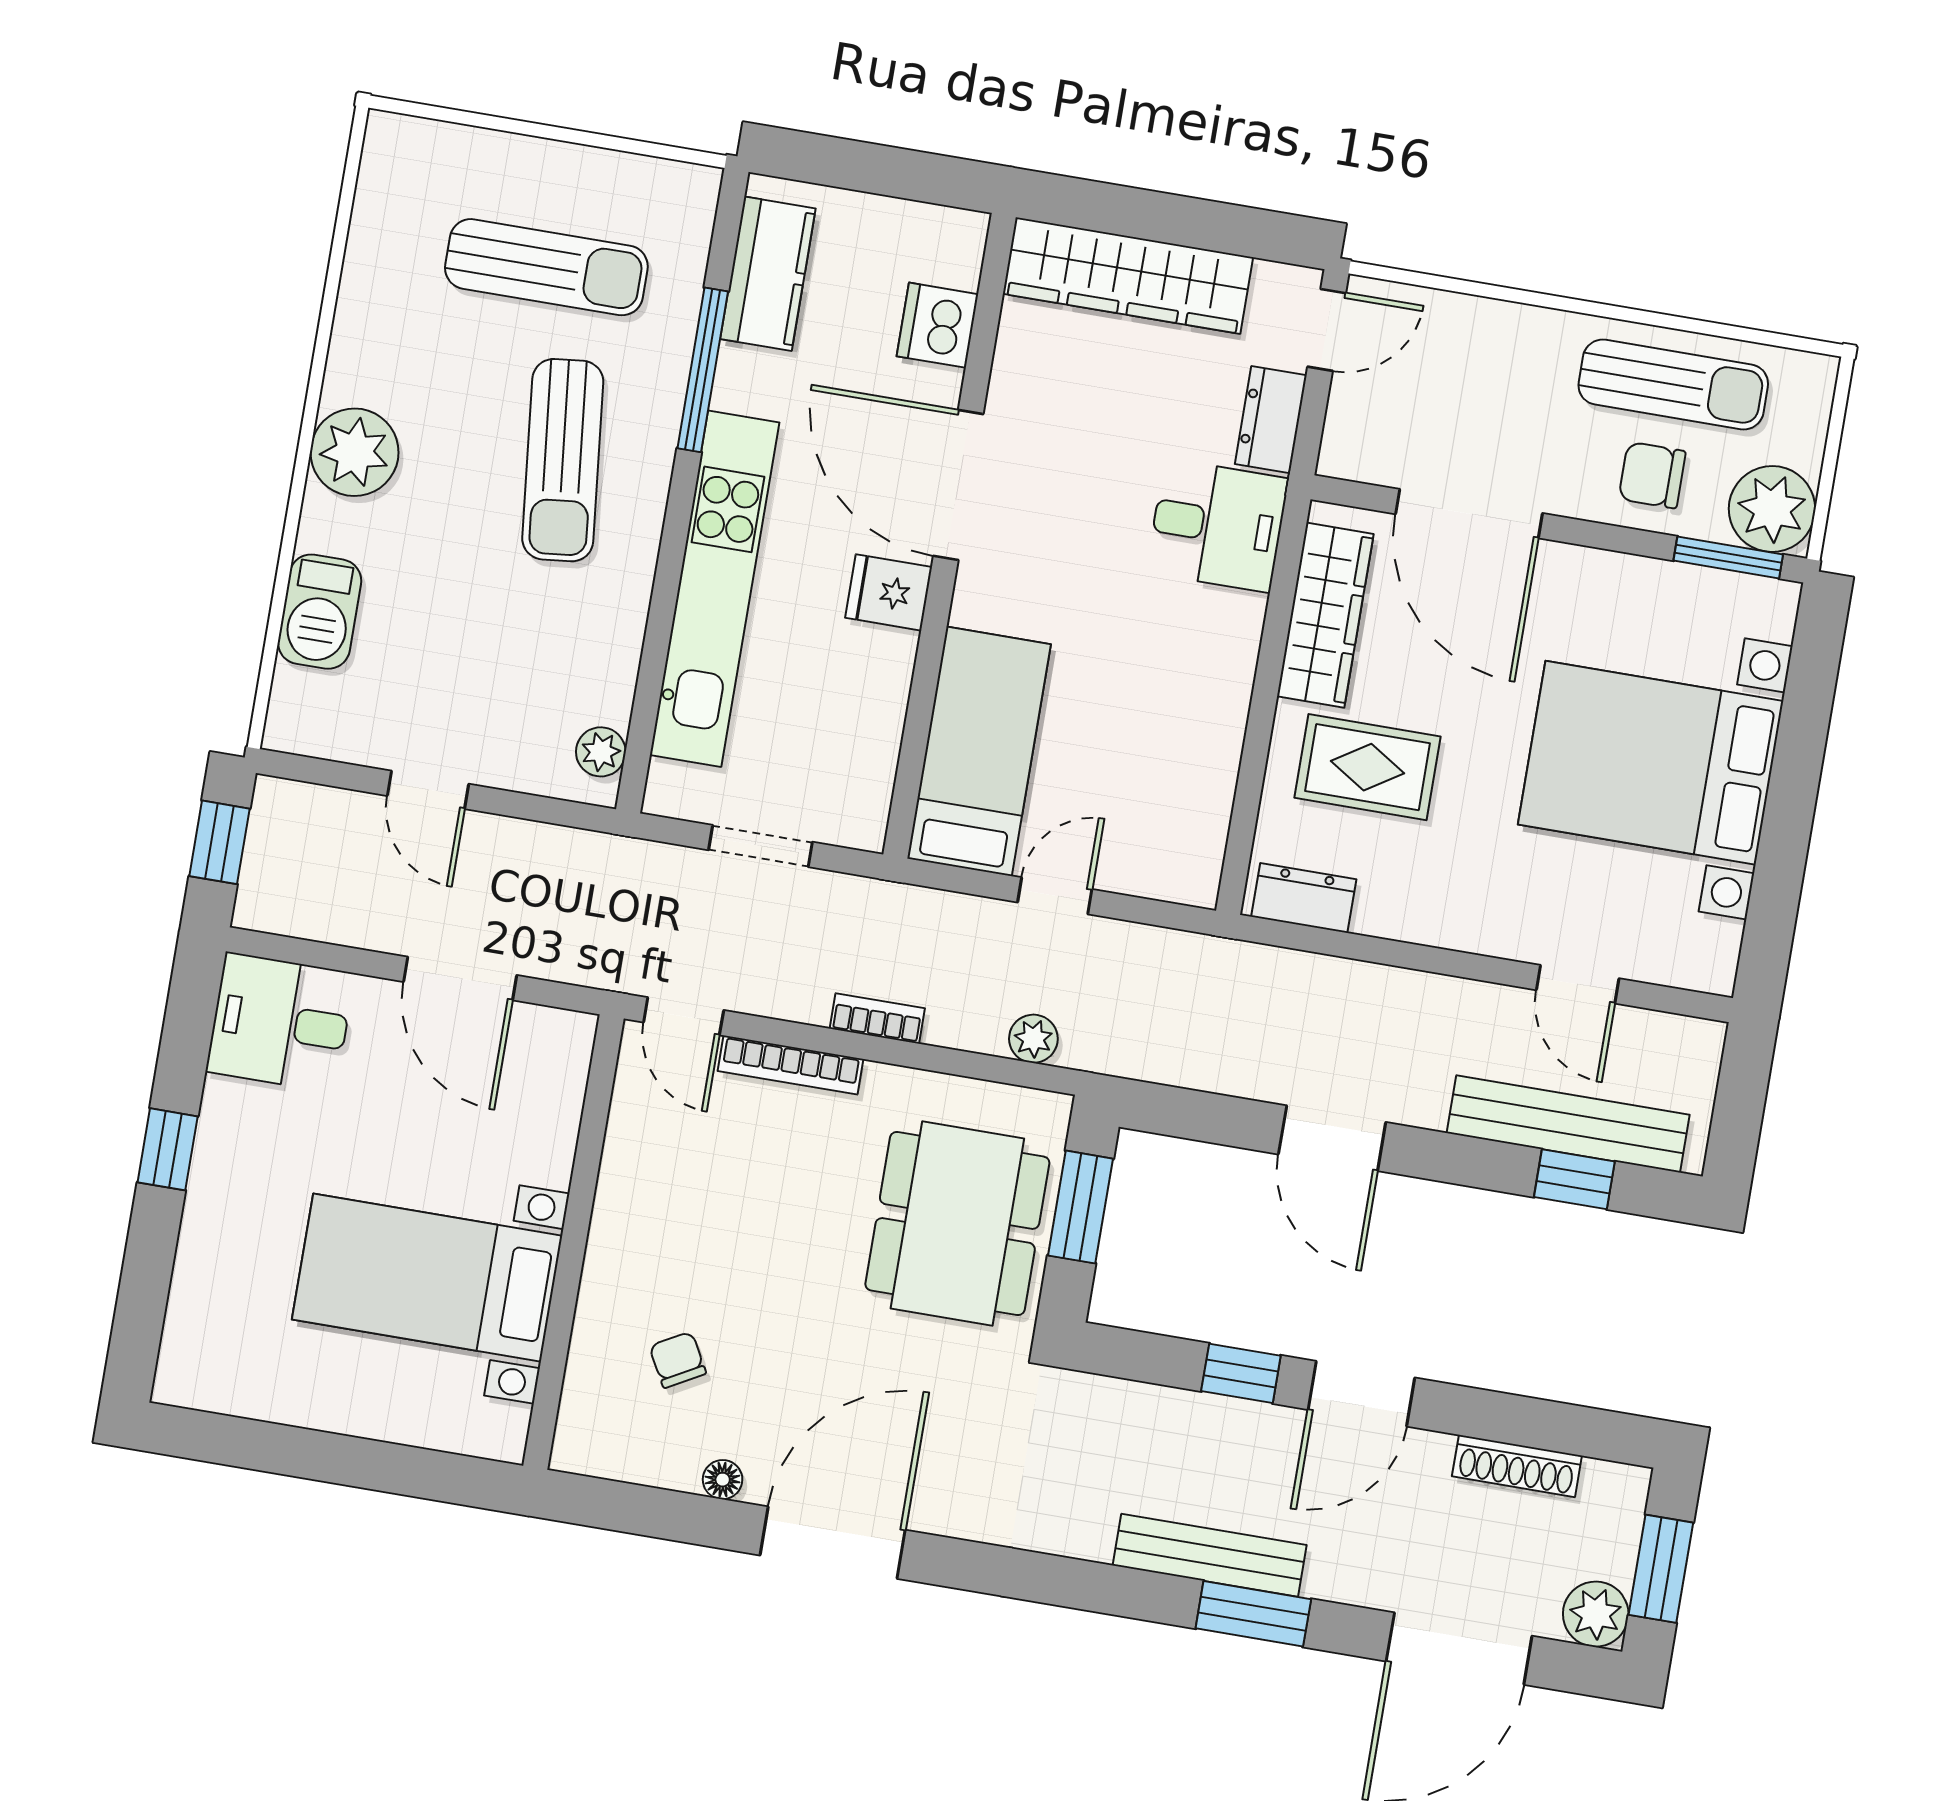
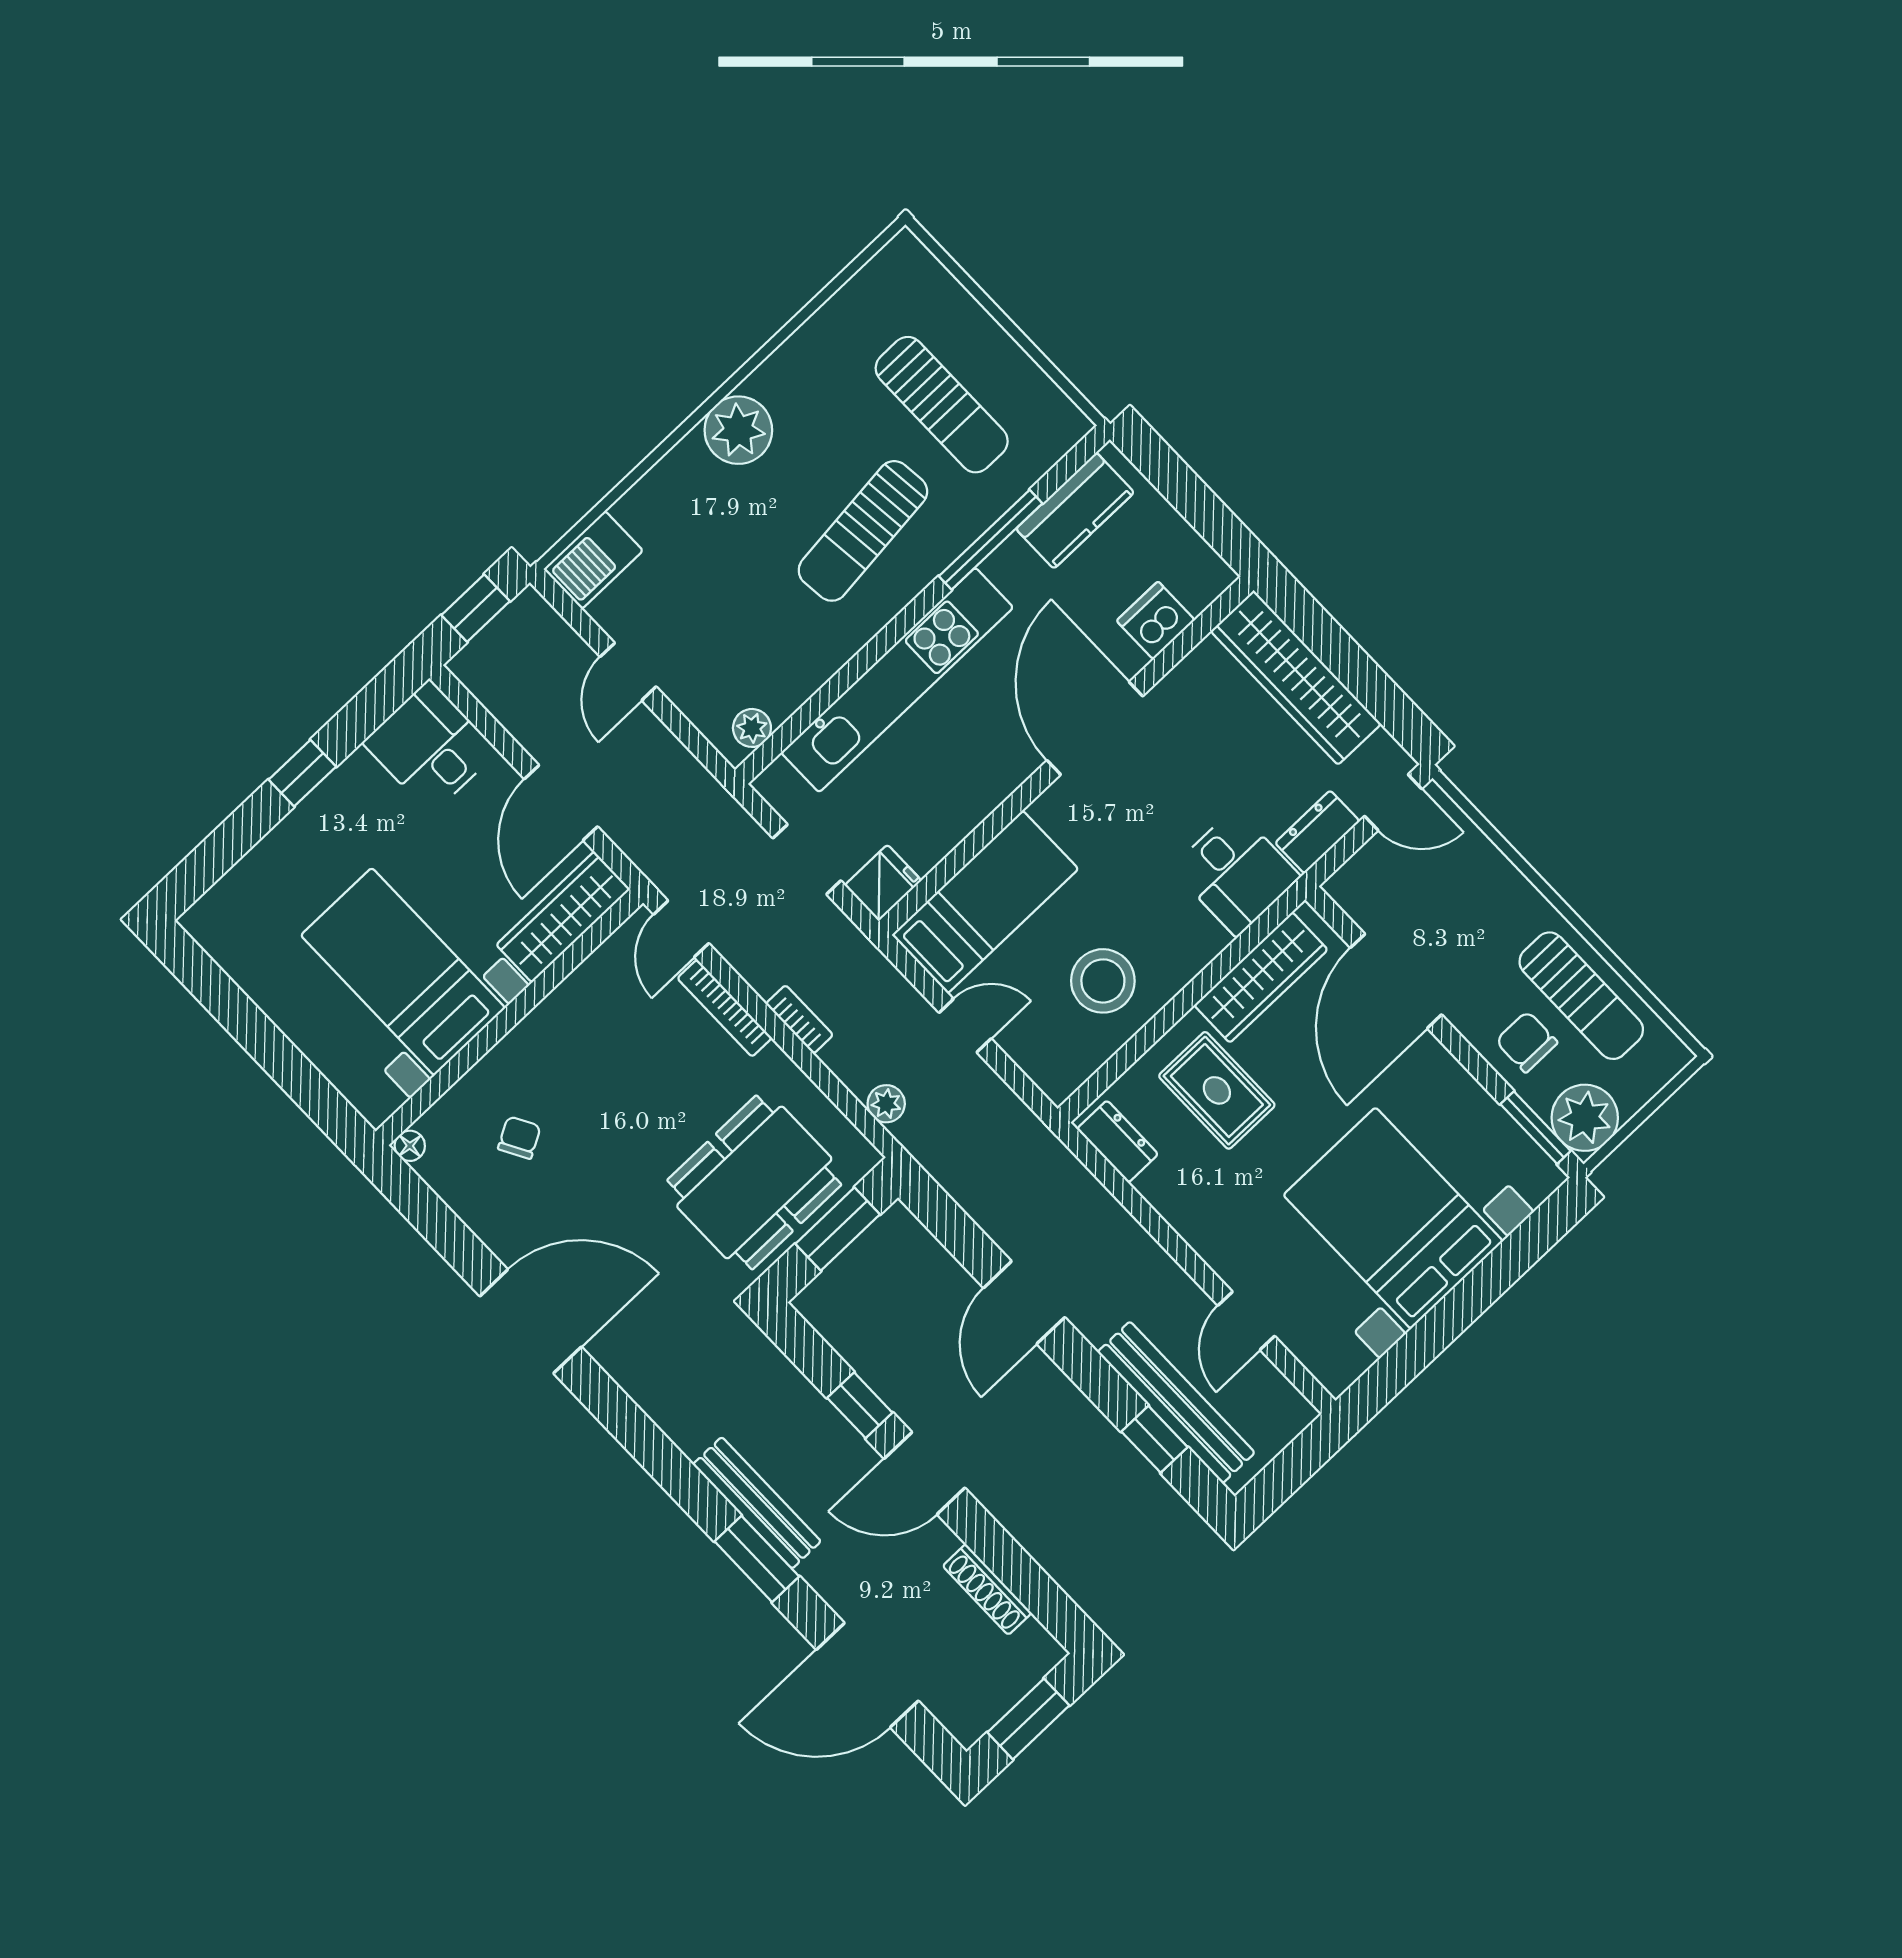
fridge: (889, 592) -> (883, 883), moved, turned 90
barbecue: (320, 612) -> (593, 560), moved
stool: (1163, 742) -> (1103, 981), added
wardrobe: (551, 1096) -> (563, 917), added
floor lamp: (723, 1480) -> (410, 1146), moved
plant: (1596, 1614) -> (967, 1717), removed

